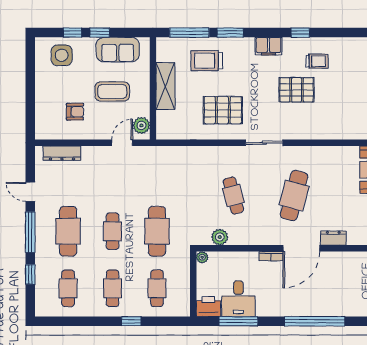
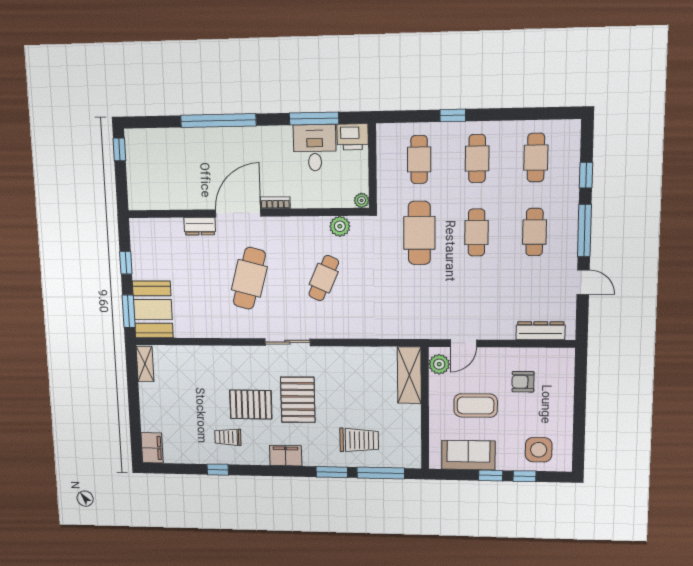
window: (300, 33) -> (218, 470), moved
shelving: (165, 86) -> (409, 375), moved
pallet: (223, 110) -> (298, 400), moved, turned 90
cafe table: (233, 196) -> (324, 278), turned 39
cafe table: (68, 231) -> (534, 232), width x0.73, depth x0.74

